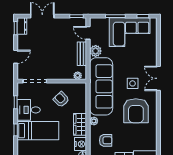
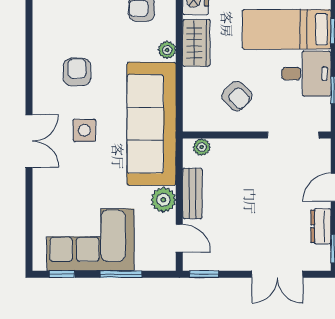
dresser: (22, 26) -> (321, 226), moved
armchair: (136, 111) -> (77, 72), width x0.53, depth x0.53

